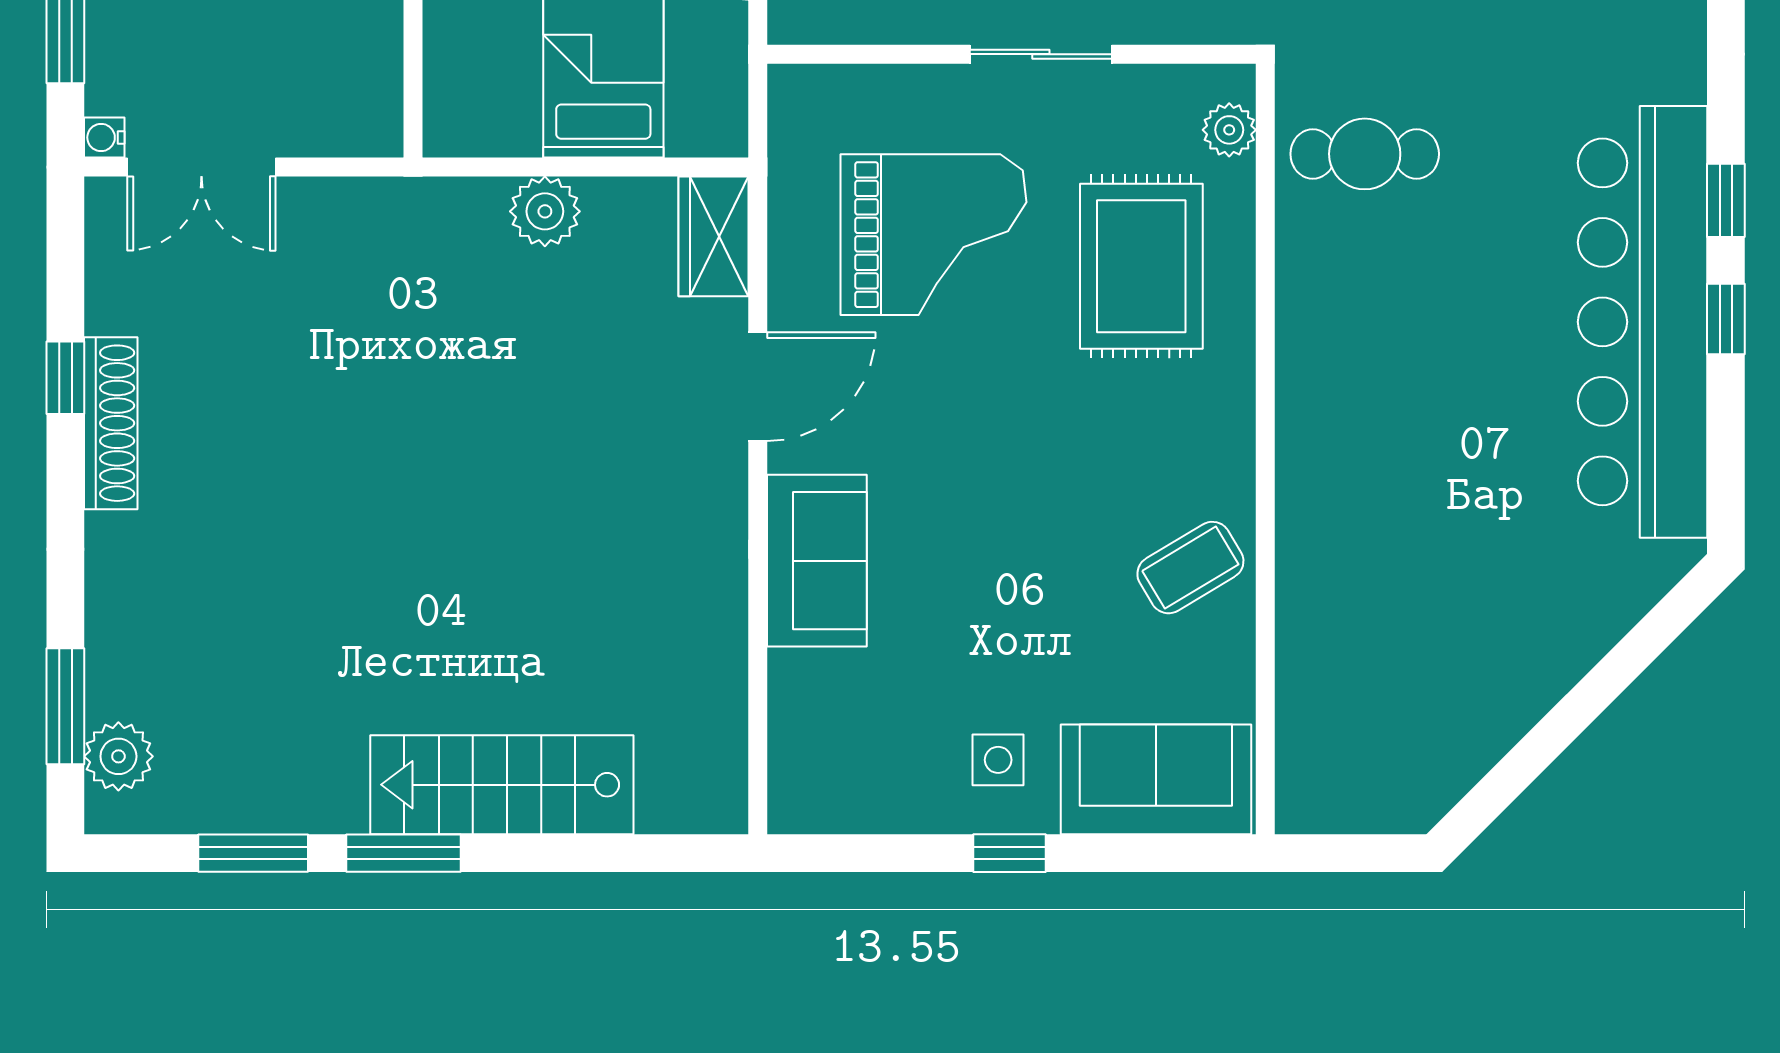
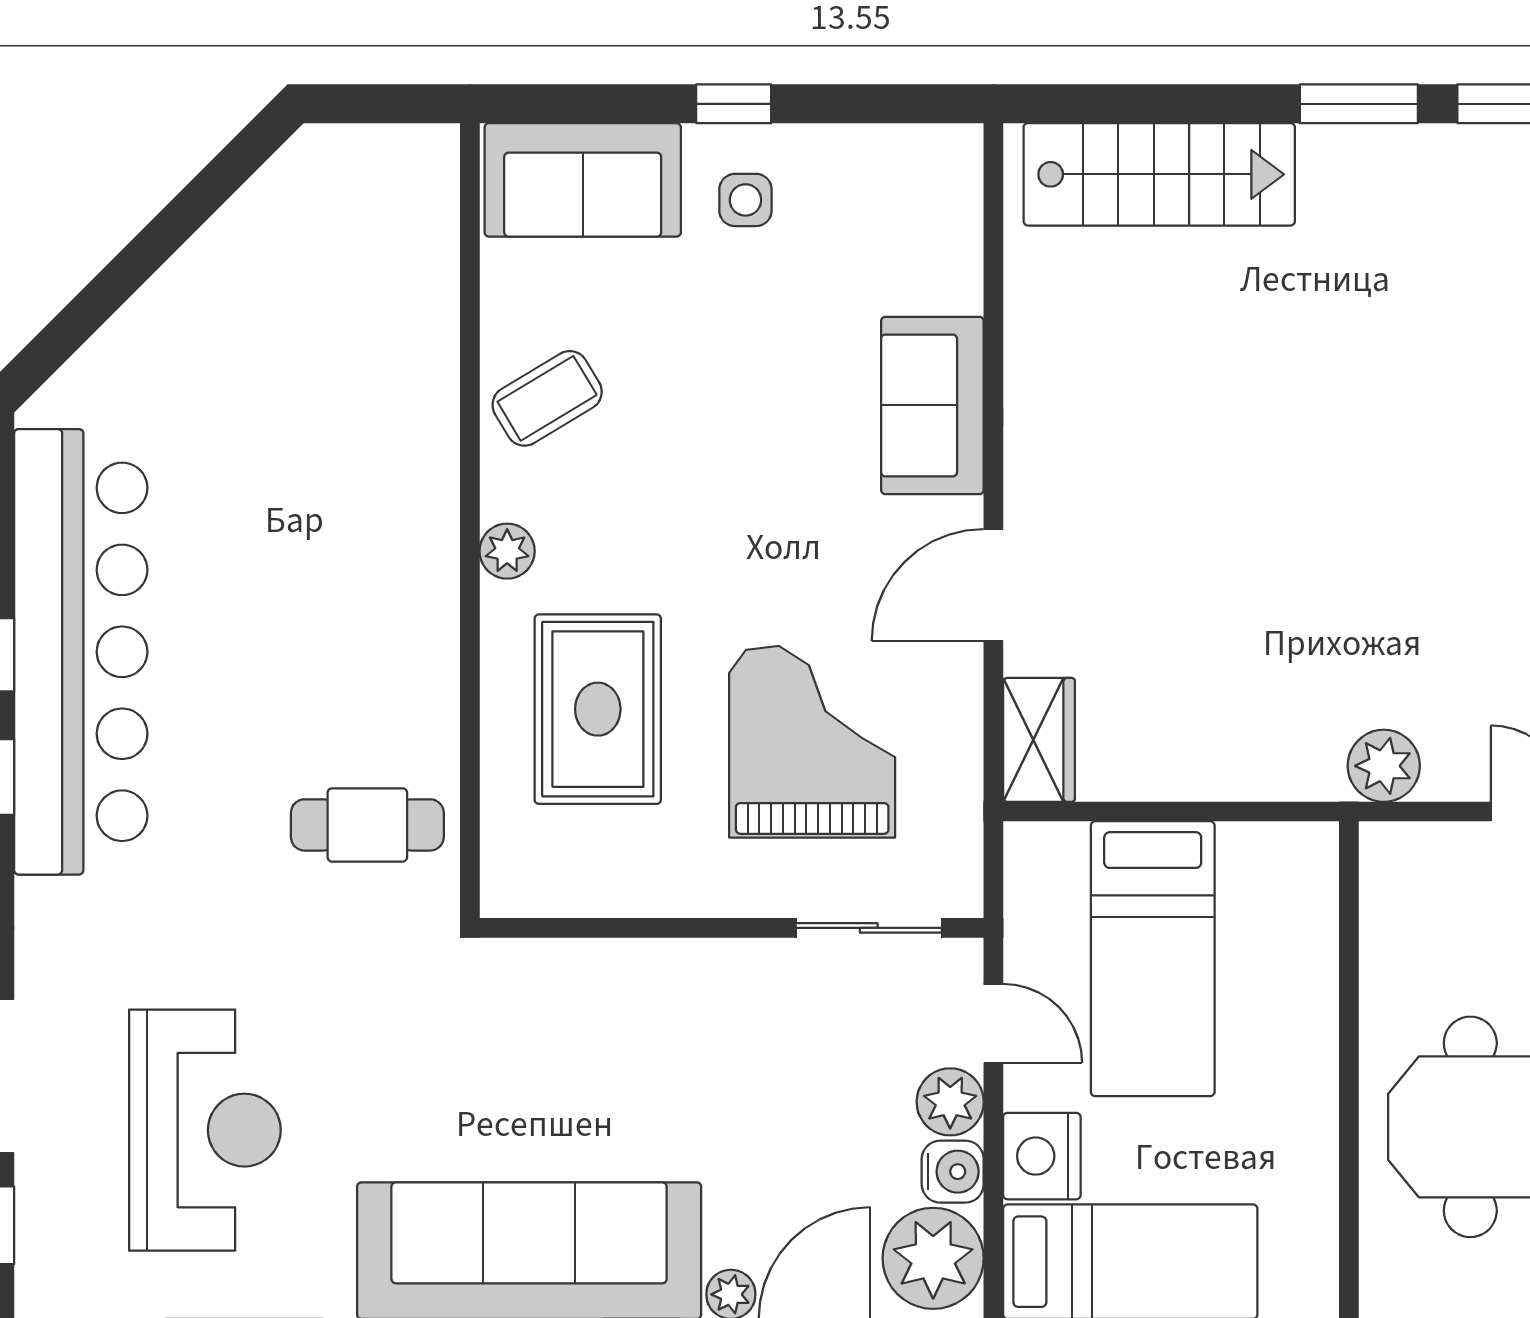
sliding door: (1041, 54) -> (869, 928), moved
plant: (1229, 130) -> (507, 551), moved
plant: (545, 211) -> (1384, 766), moved
grand piano: (933, 235) -> (812, 742), turned 90
stairs: (502, 785) -> (1159, 174), moved

